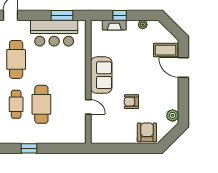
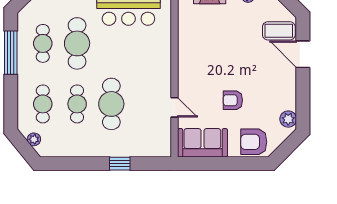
sofa: (101, 75) -> (202, 143), moved, turned -90
armchair: (147, 132) -> (254, 142), turned -90
window: (29, 148) -> (120, 164), moved

